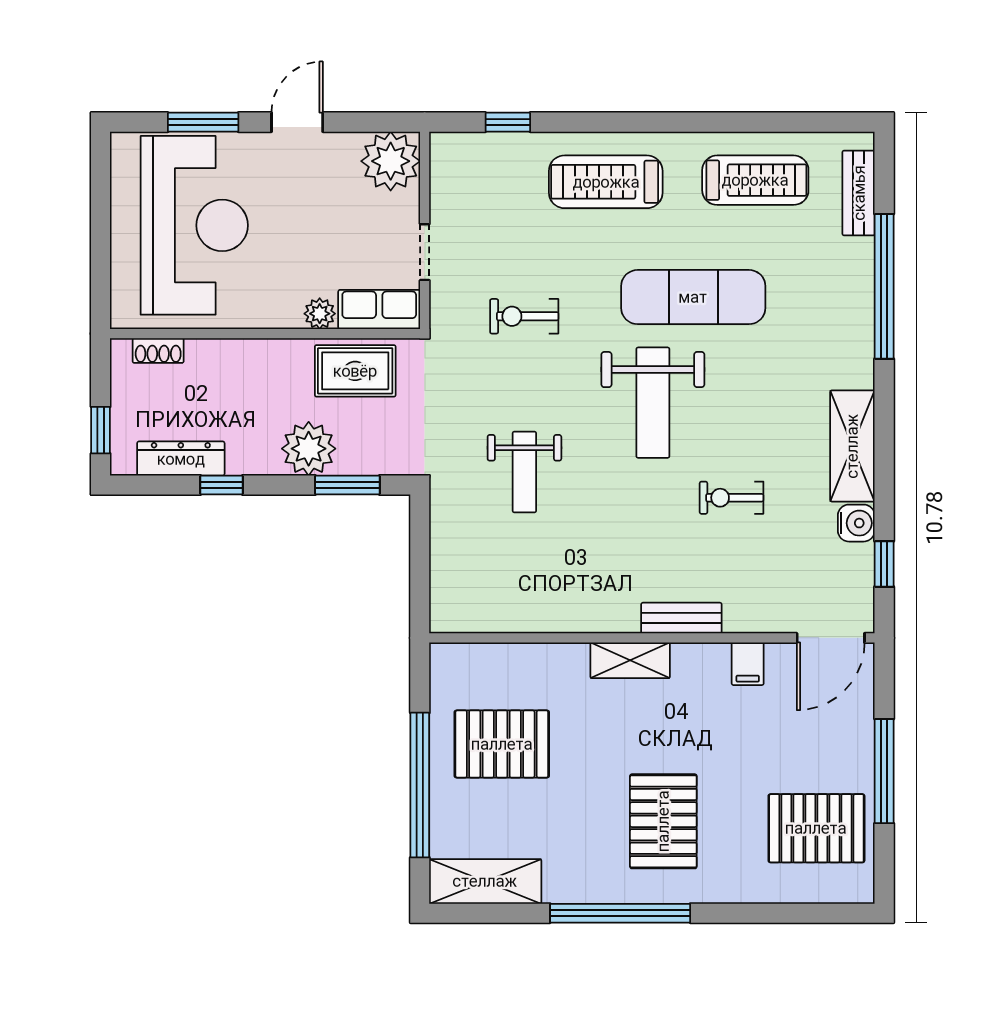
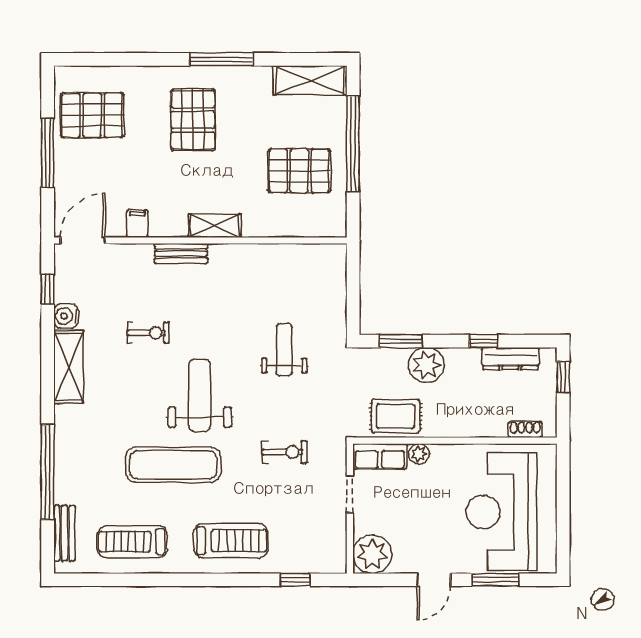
window: (620, 913) -> (221, 59), width x0.68

